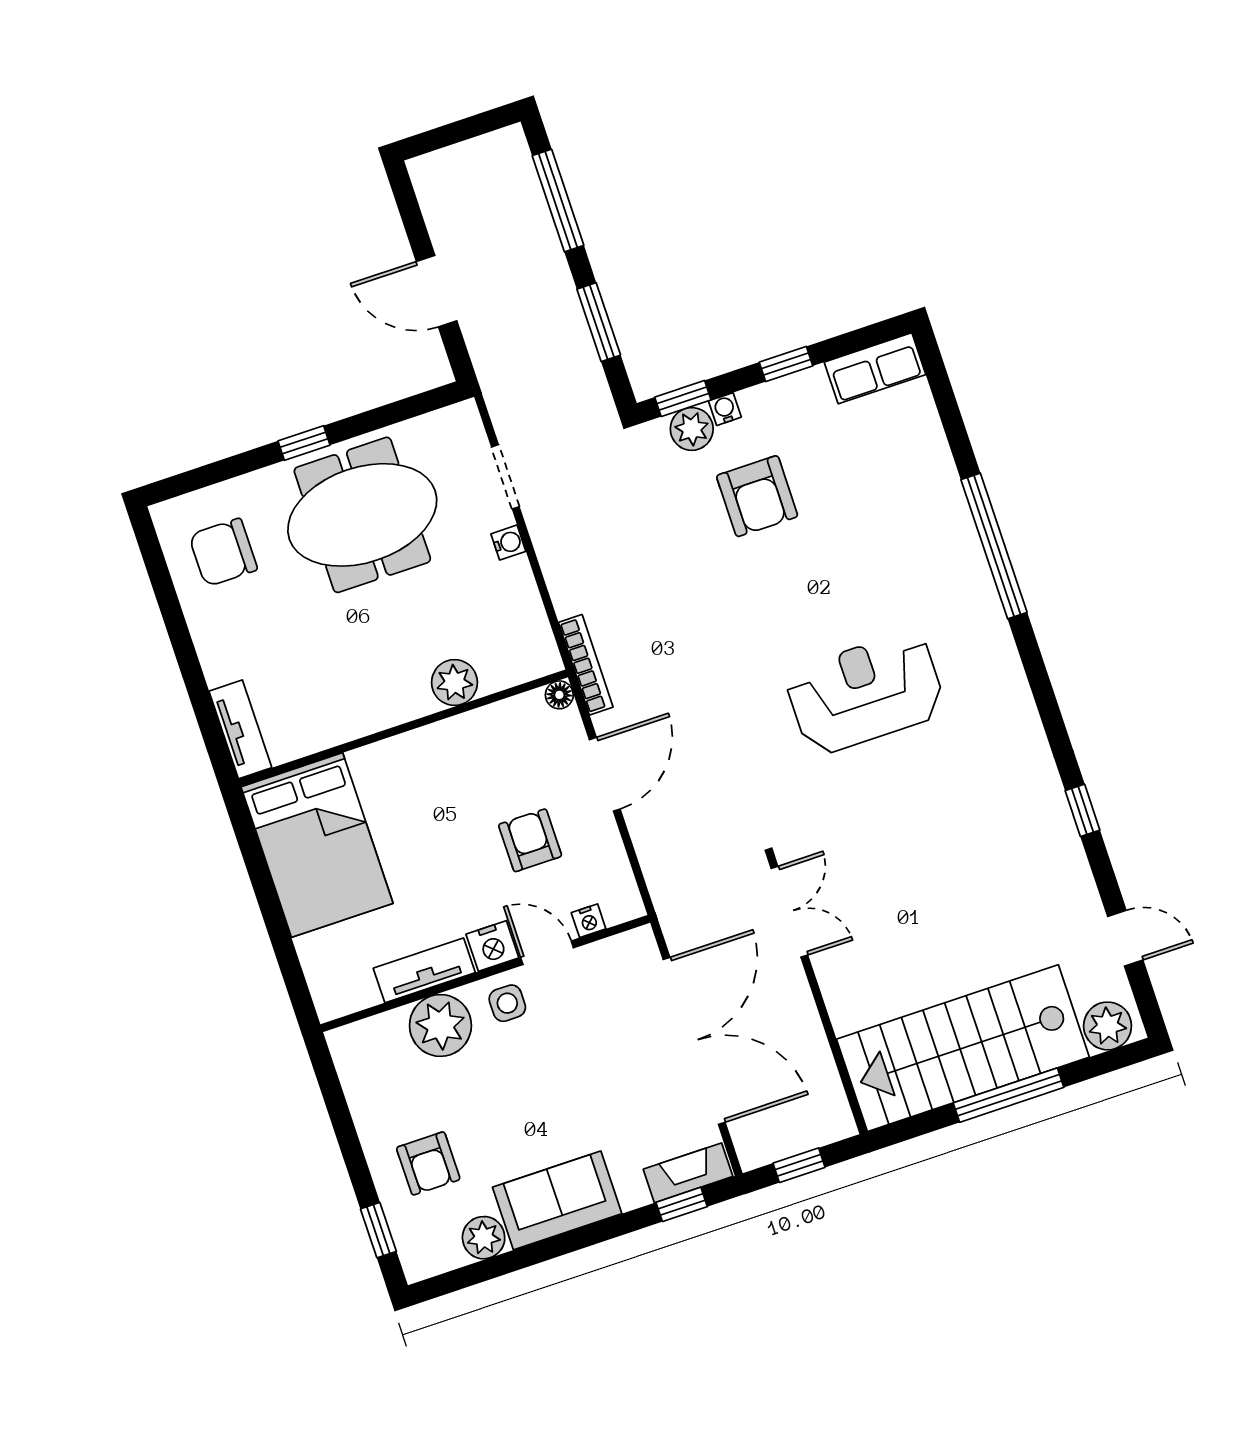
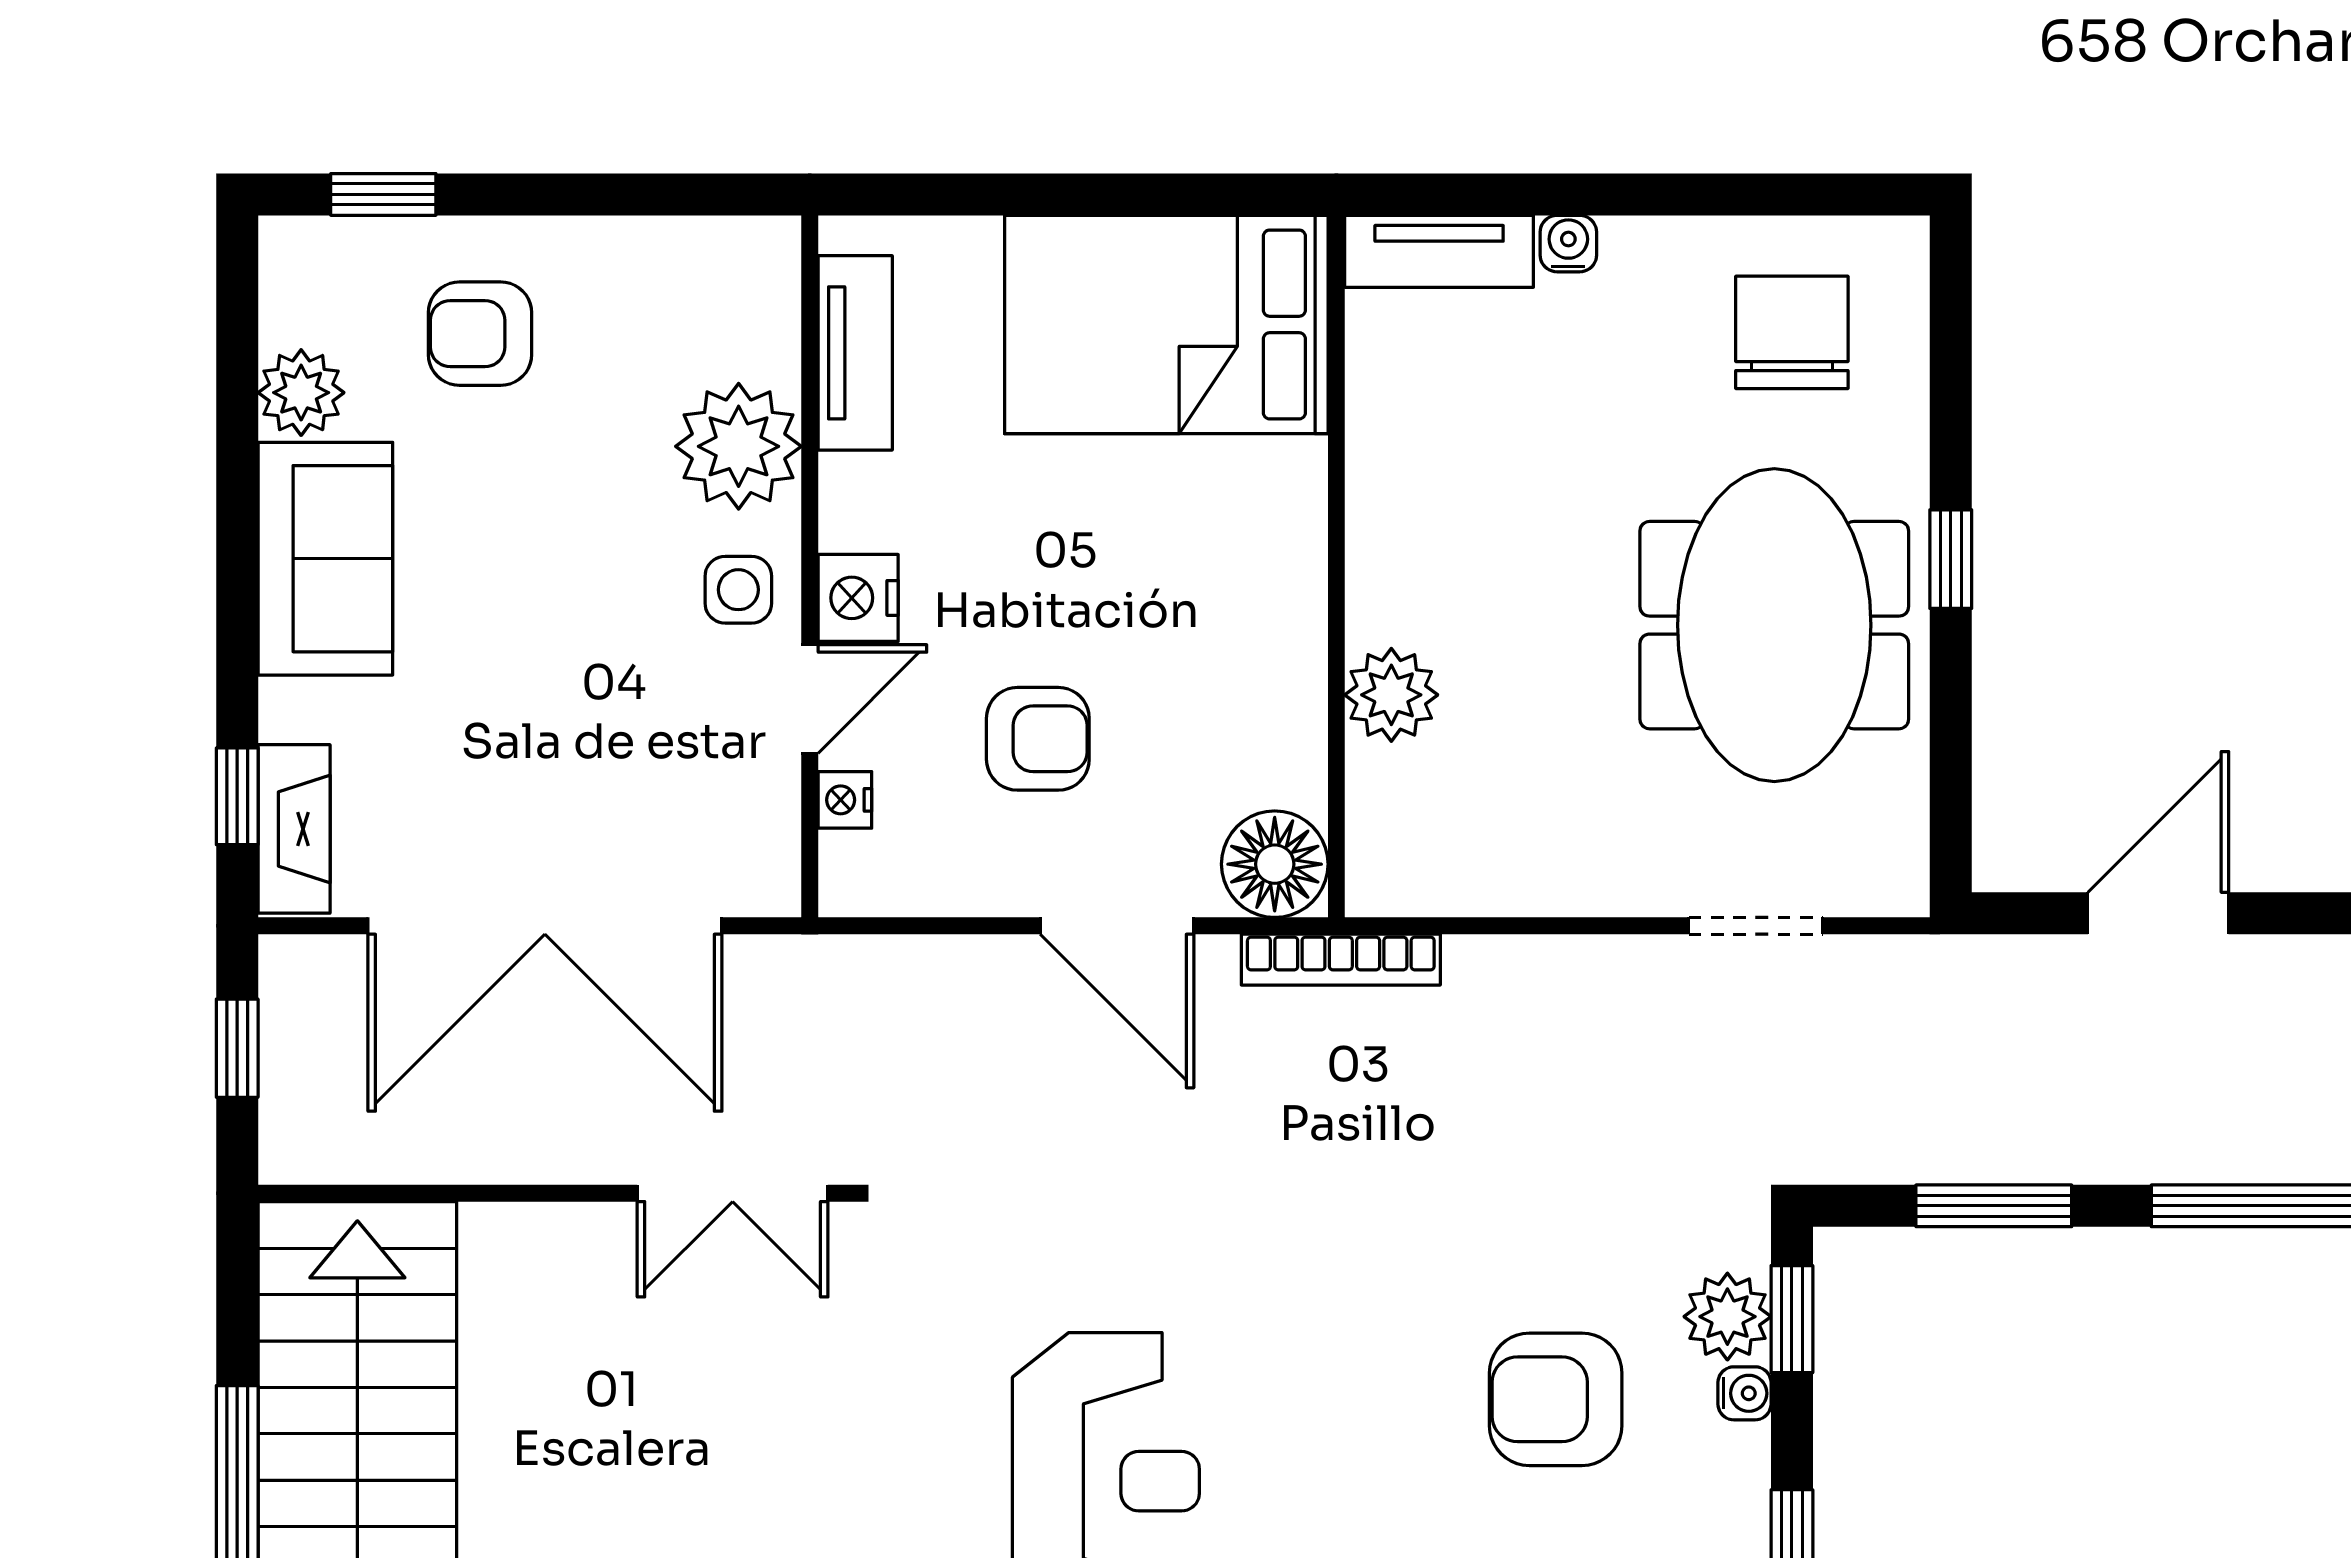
water cooler: (508, 543) -> (1568, 244), moved, turned 180
floor lamp: (559, 695) -> (1275, 864), width x1.89, depth x1.89
tv unit: (424, 970) -> (855, 353), moved

